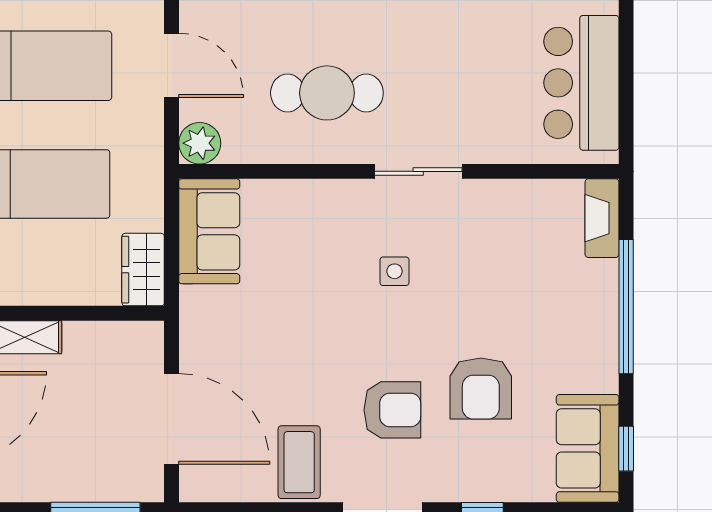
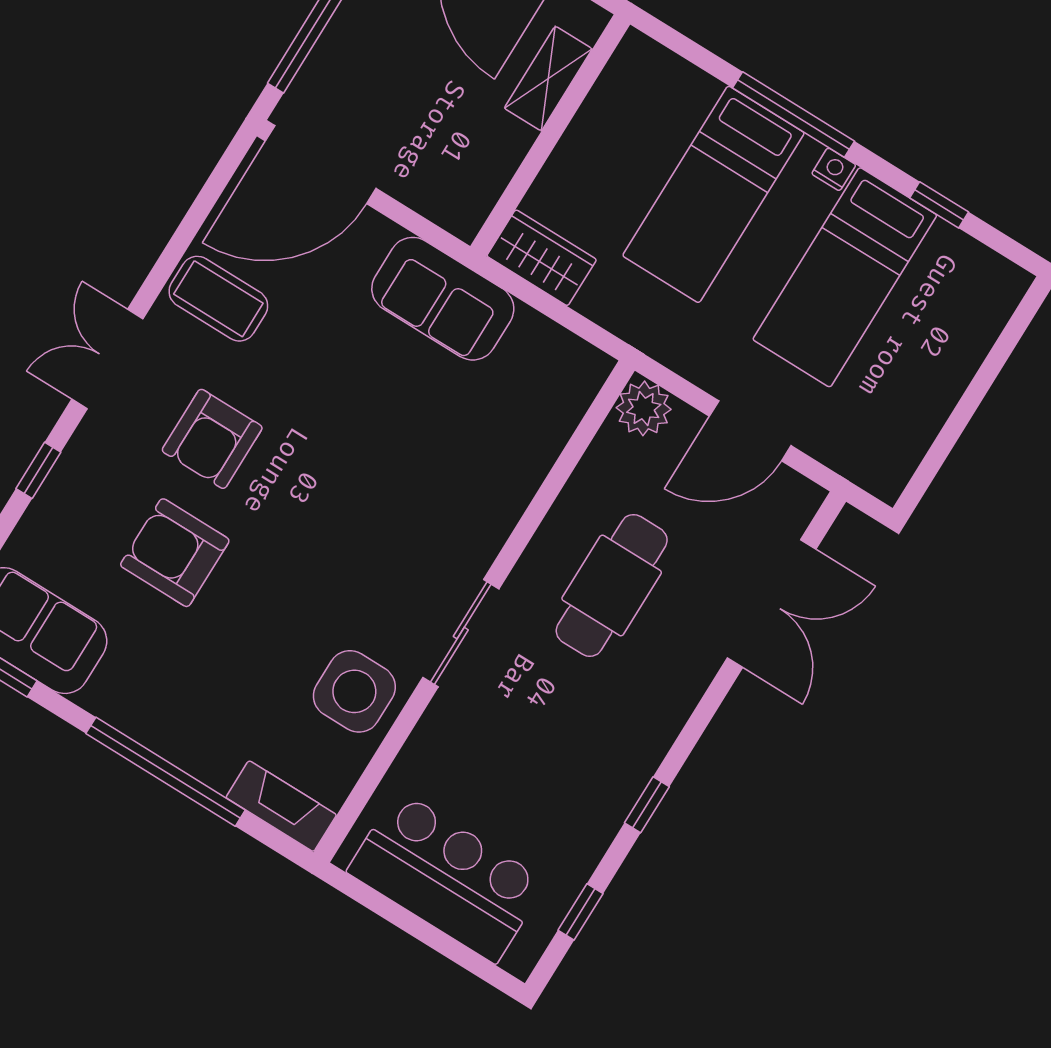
sofa: (209, 231) -> (443, 299), moved
side table: (394, 271) -> (354, 691), moved, width x1.87, depth x1.87
door: (171, 419) -> (321, 165), moved

